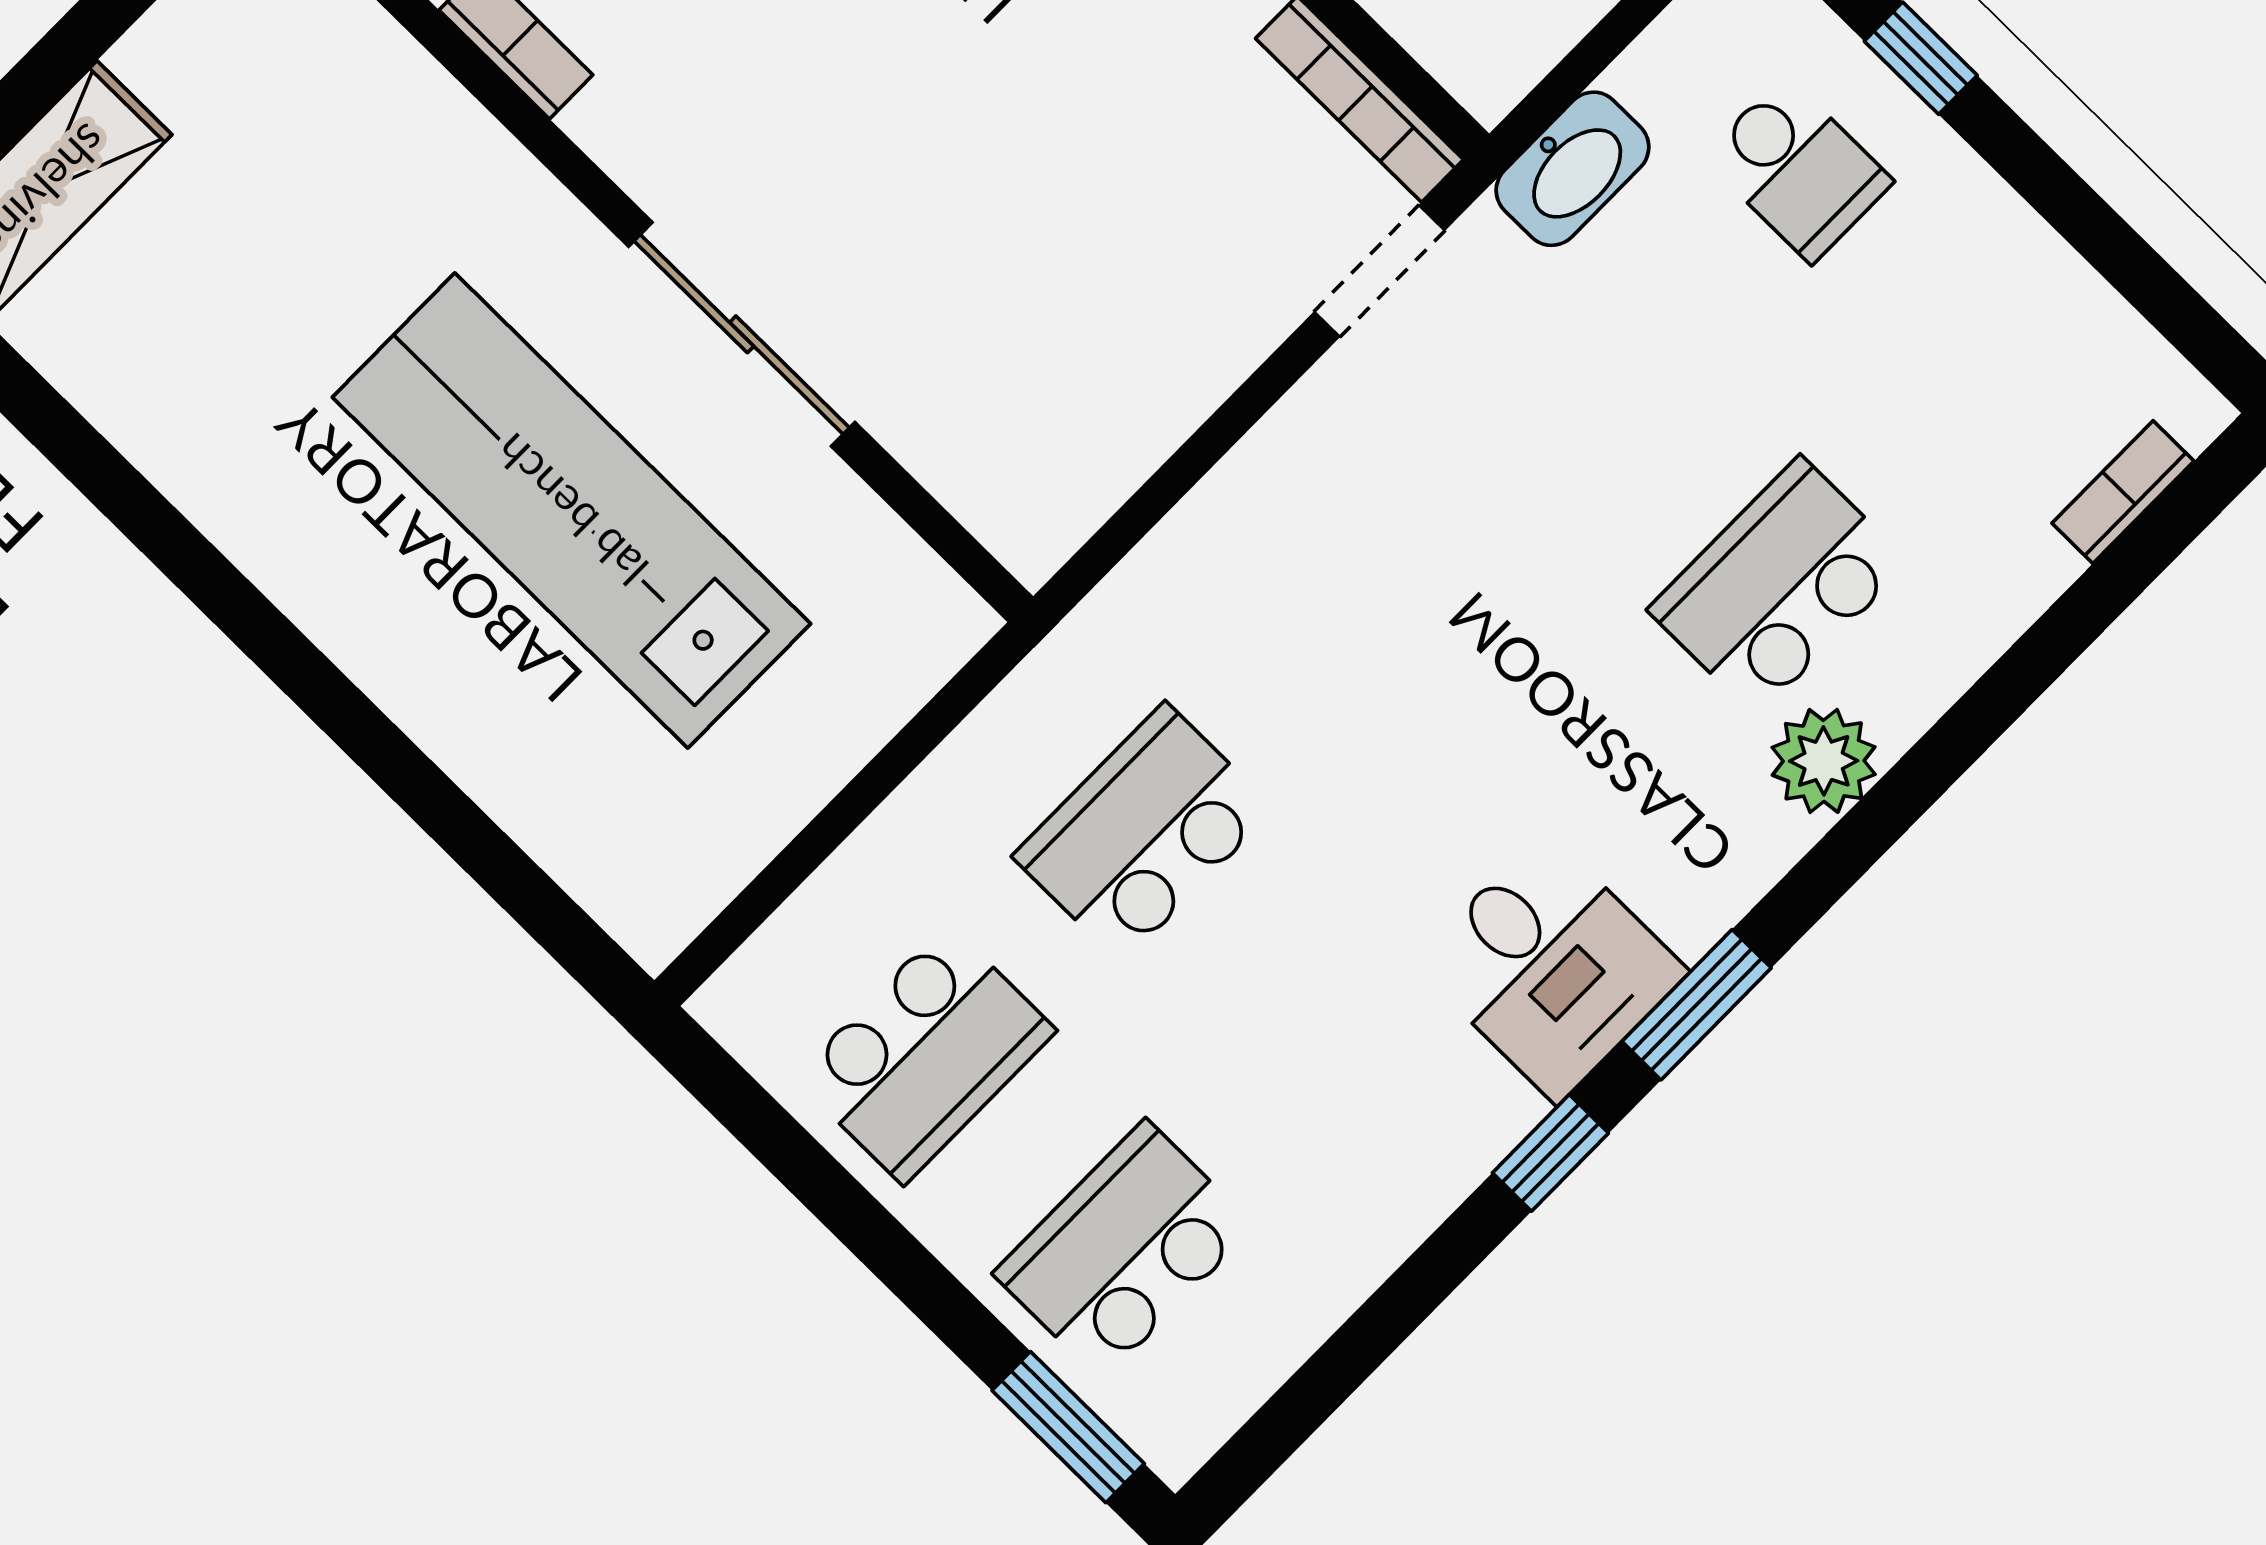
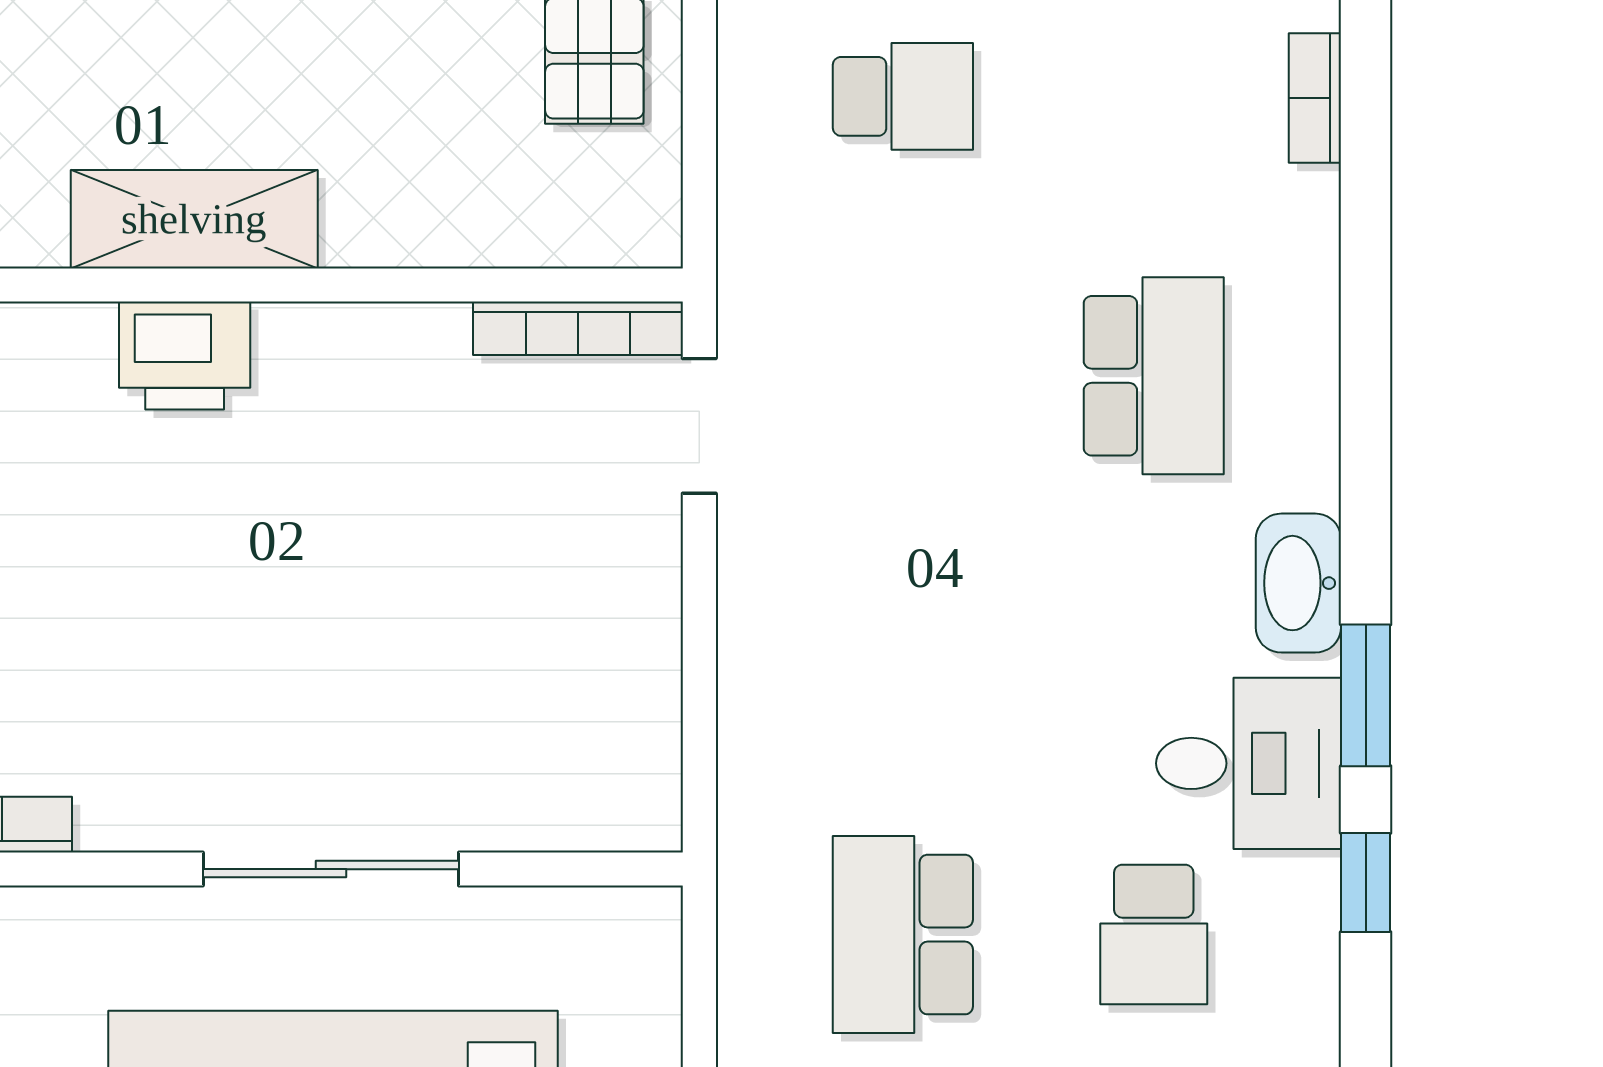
washbasin: (1572, 169) -> (1298, 583), moved, turned 180
school desk: (1778, 586) -> (1154, 376), turned 180
plant: (1824, 761) -> (1293, 459), removed
school desk: (1342, 1029) -> (1154, 935), added

